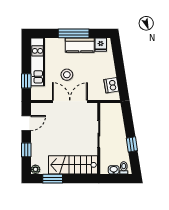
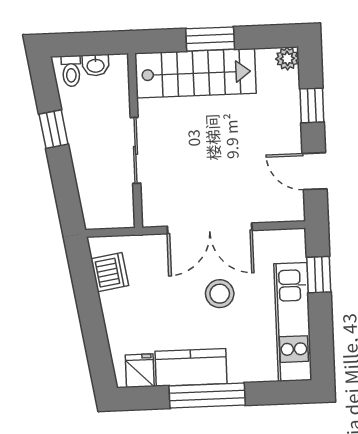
door: (26, 123) -> (315, 171), hinge flipped
window: (53, 179) -> (210, 39), moved

